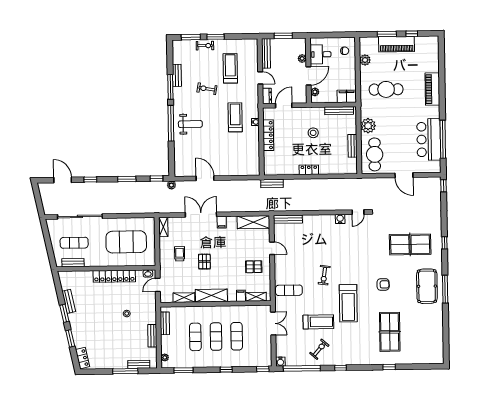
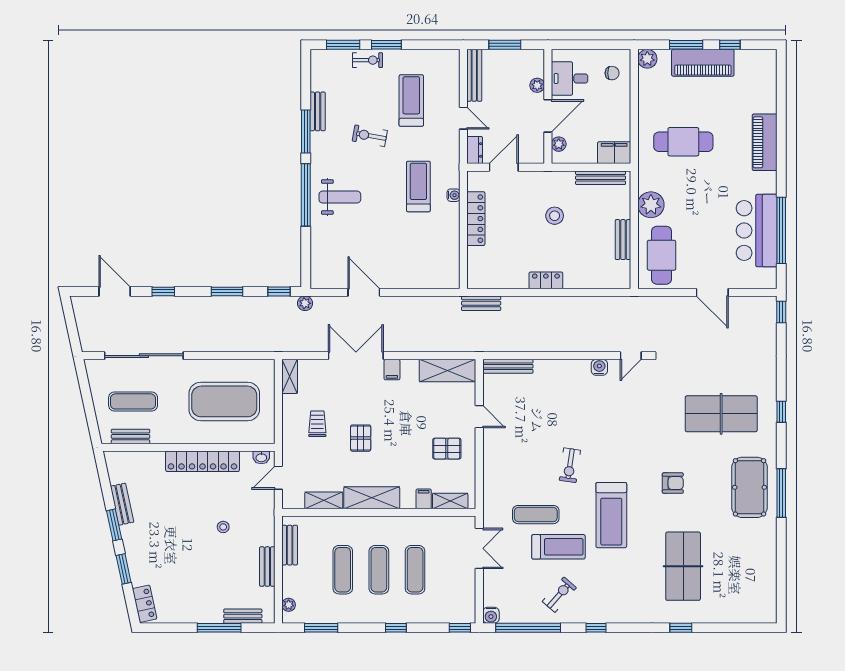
plant: (365, 60) -> (647, 59), moved
exercise mat: (289, 290) -> (536, 515), moved

